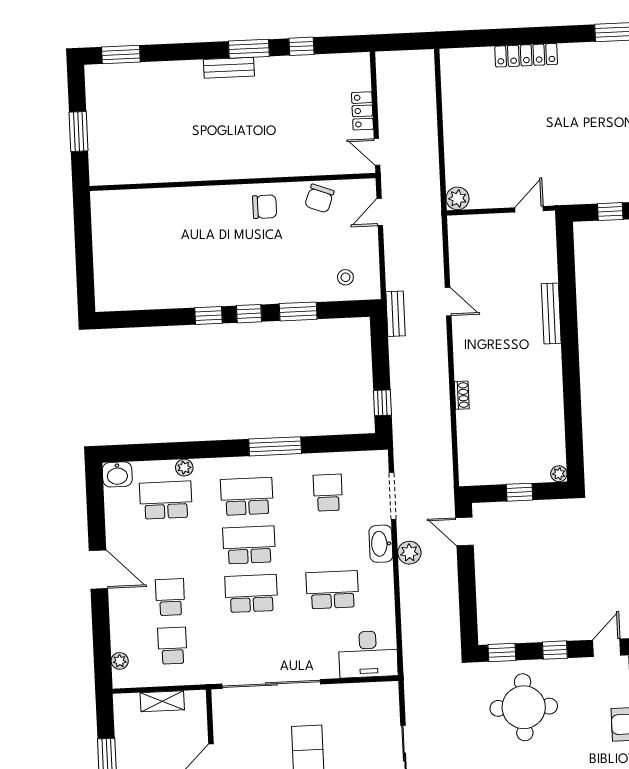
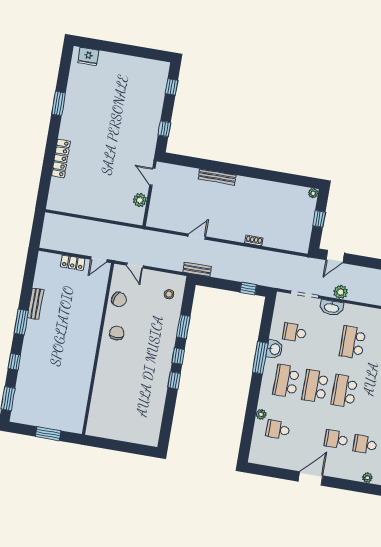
window: (302, 46) -> (14, 362), moved
bench: (229, 68) -> (35, 304), moved
plant: (457, 198) -> (140, 200), moved
washbasin: (117, 474) -> (275, 349), moved
school desk: (166, 500) -> (278, 430), width x0.54

